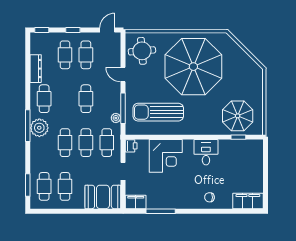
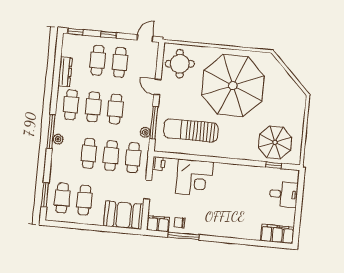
cafe table: (65, 99) -> (93, 107), added
plant: (39, 128) -> (58, 139), width x0.53, depth x0.53
desk: (206, 152) -> (284, 194), moved, turned 90
chair: (209, 197) -> (179, 223), moved

